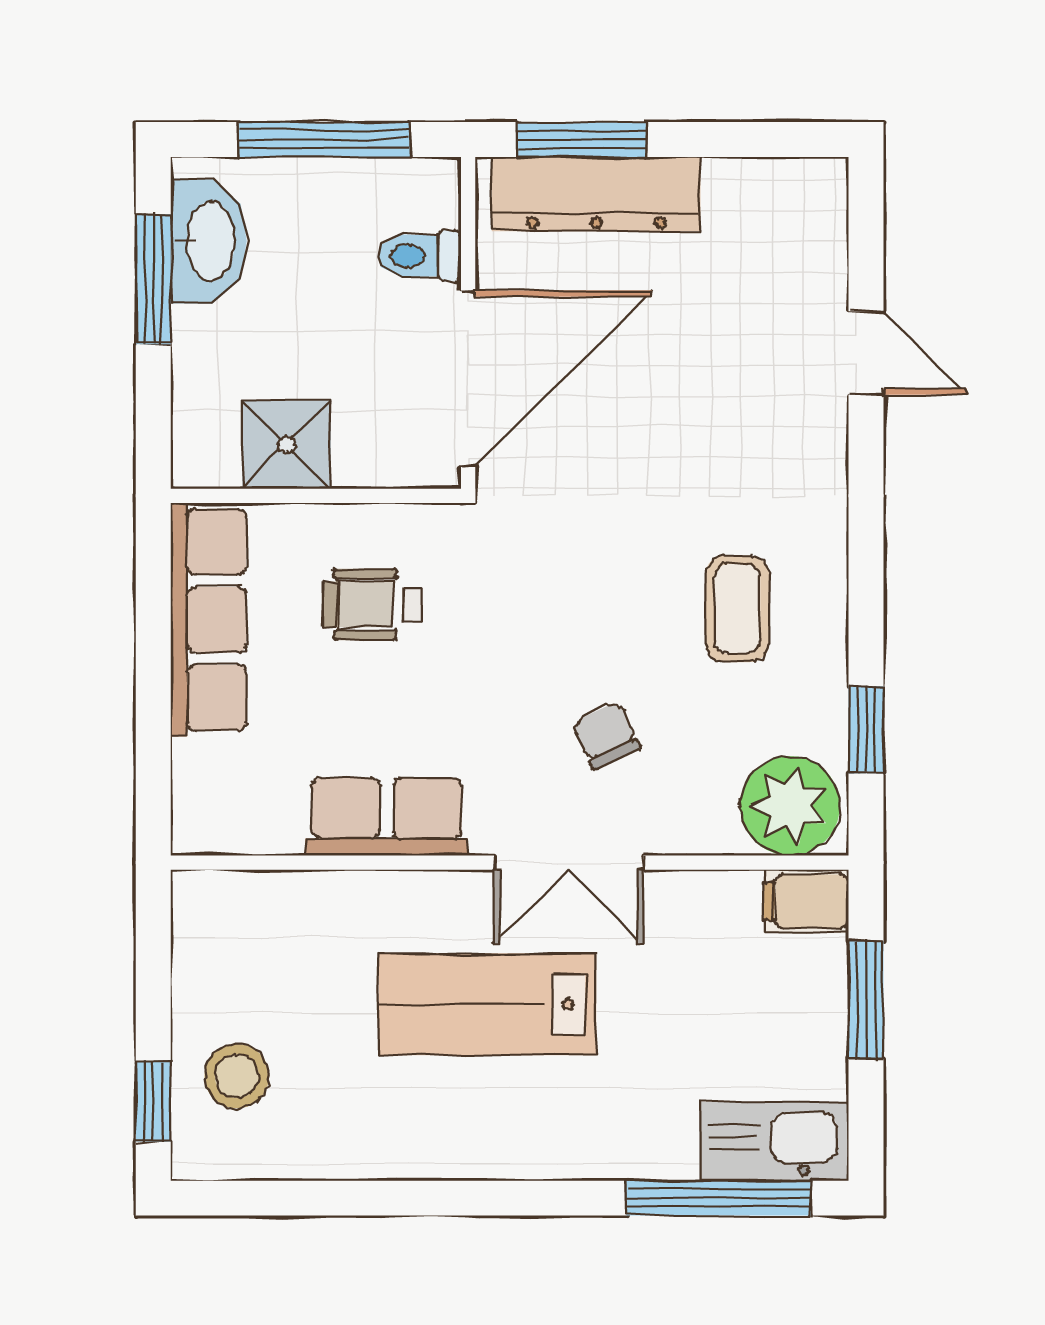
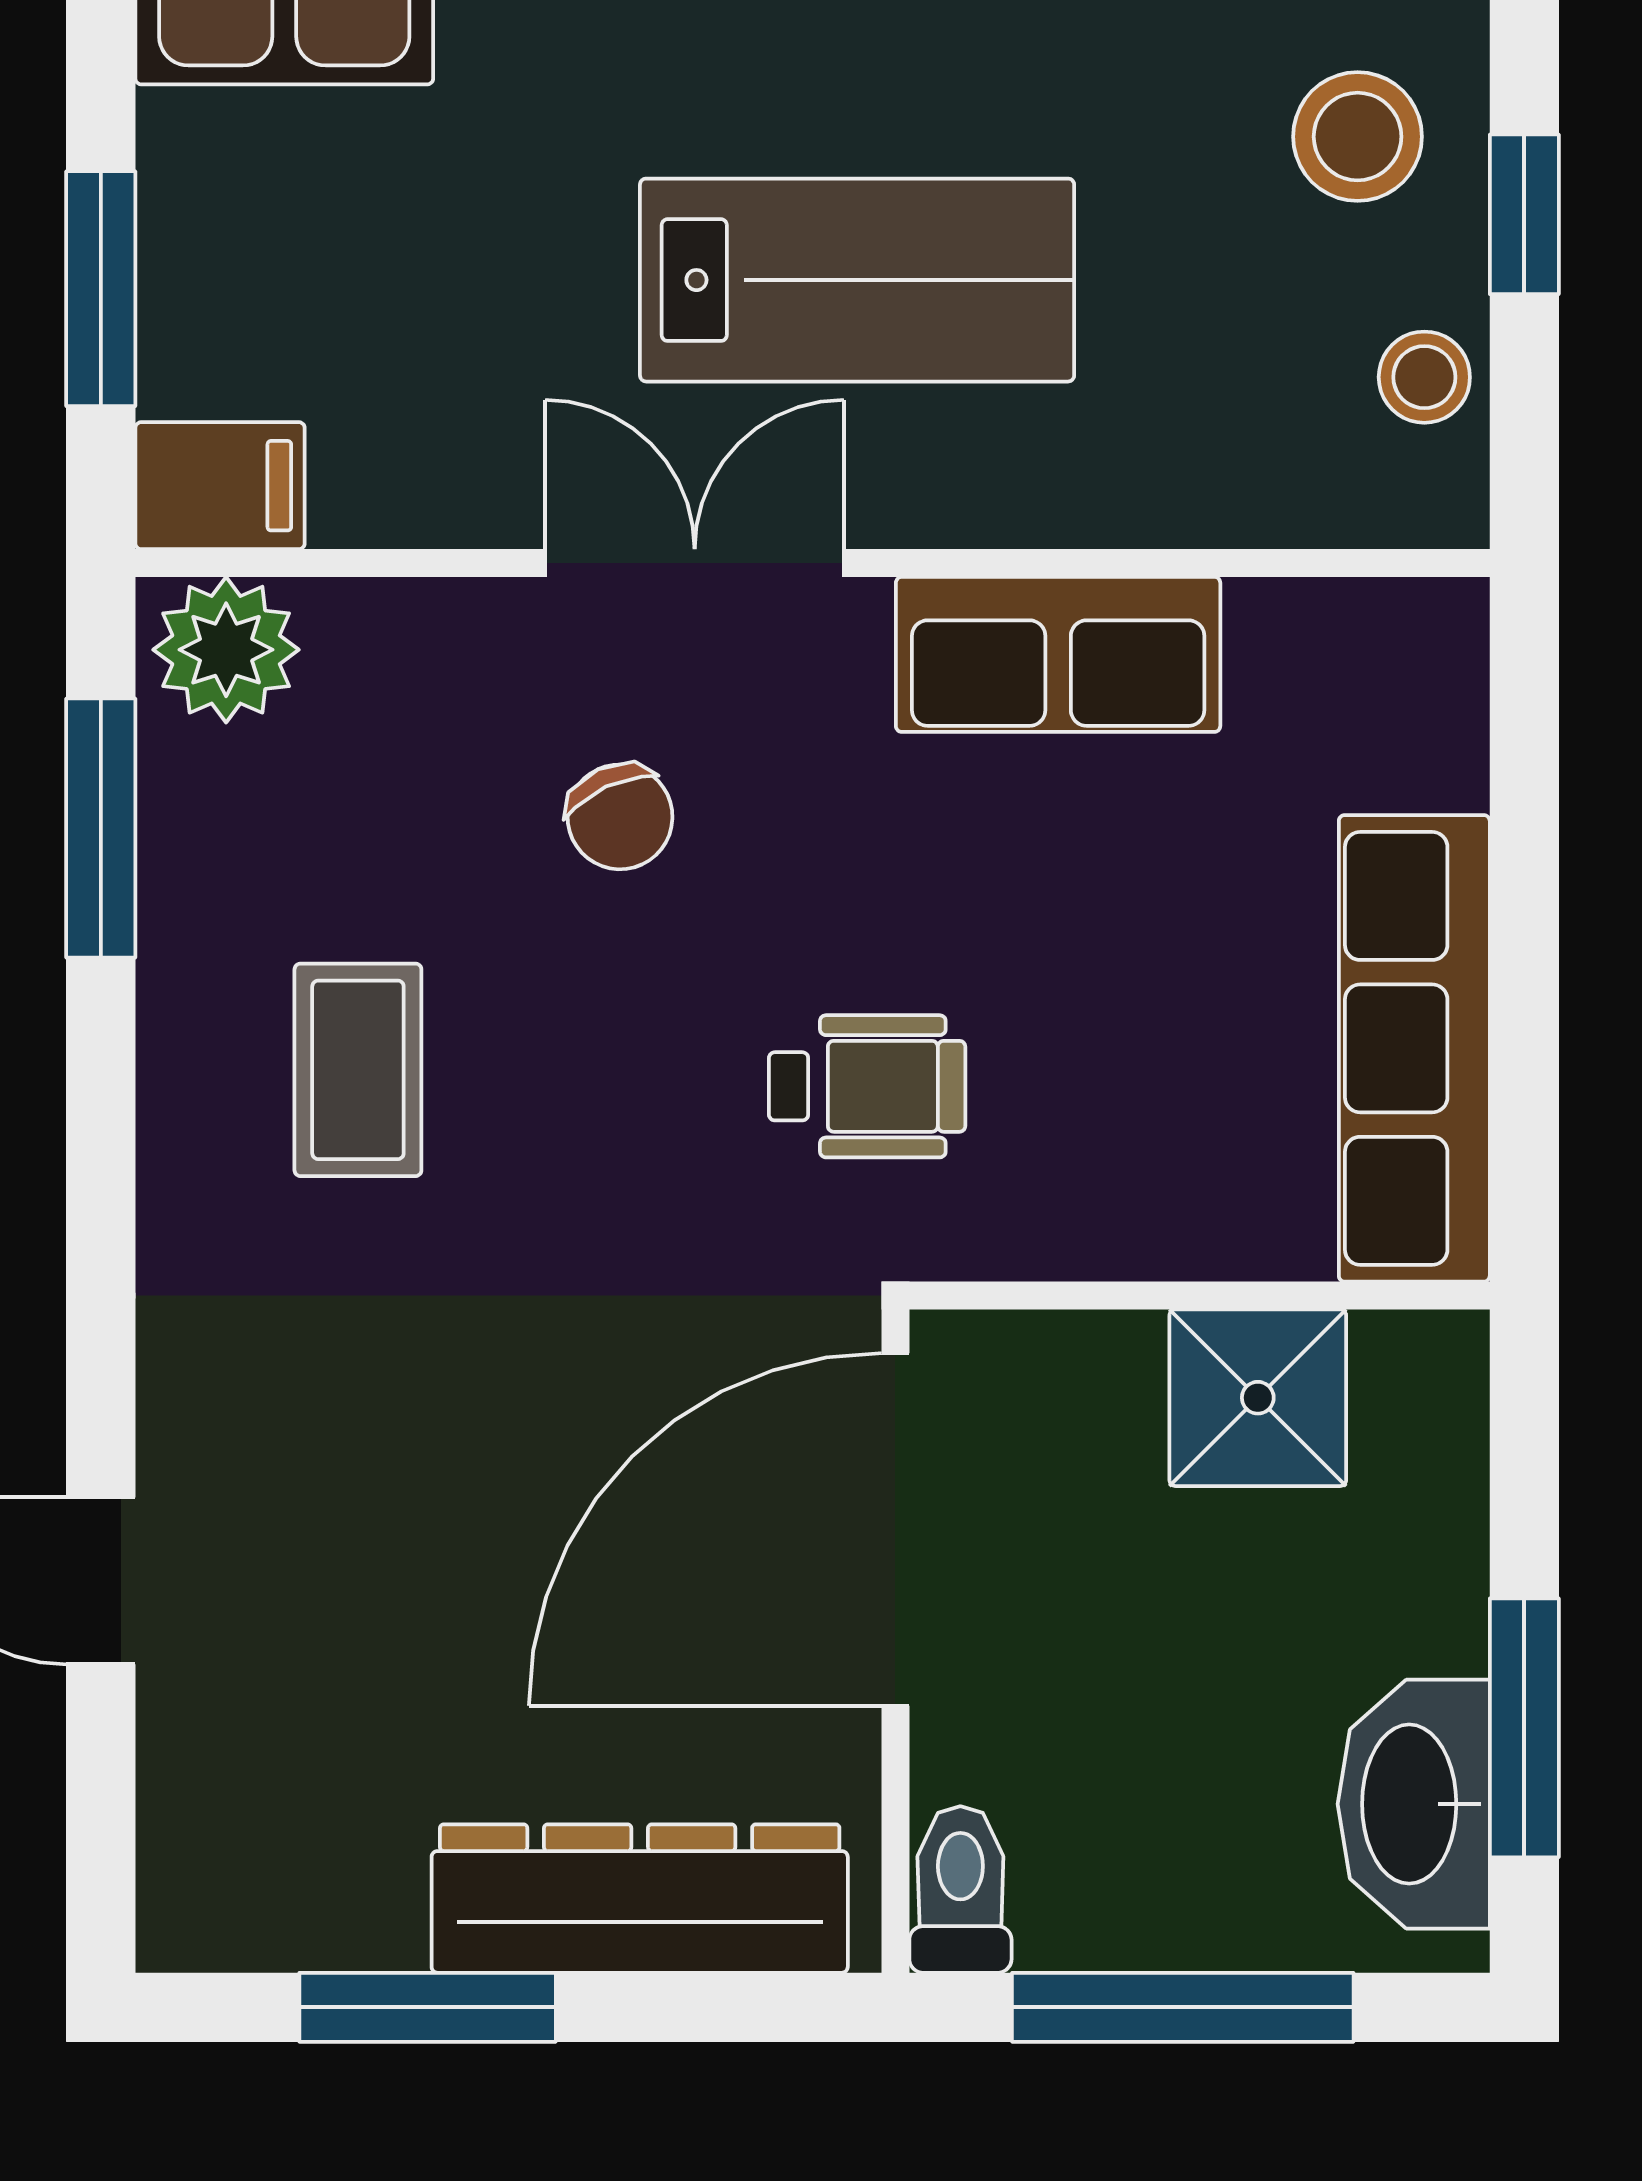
window: (581, 139) -> (428, 2007), moved
toilet: (419, 256) -> (960, 1889), moved, turned -90
wheelchair: (373, 604) -> (867, 1086), moved
window: (866, 730) -> (101, 828), width x1.50
plant: (790, 806) -> (226, 650), width x0.73, depth x0.73
stool: (203, 956) -> (1424, 377), added
window: (153, 1101) -> (1524, 214), moved

